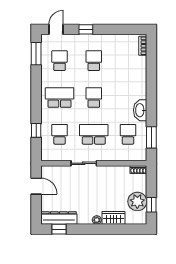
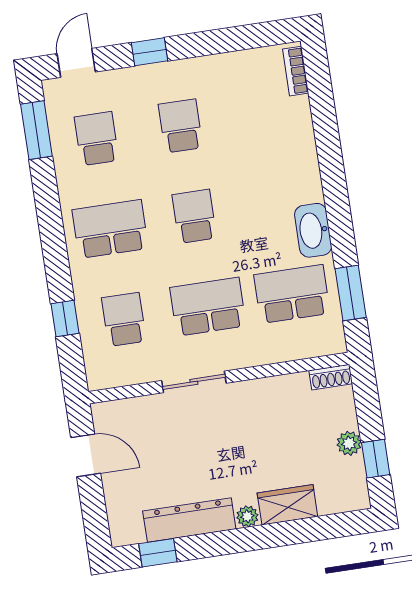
school desk: (128, 134) -> (292, 294), width x1.85
plant: (137, 201) -> (349, 443), width x0.53, depth x0.53
dresser: (59, 218) -> (189, 520), moved

